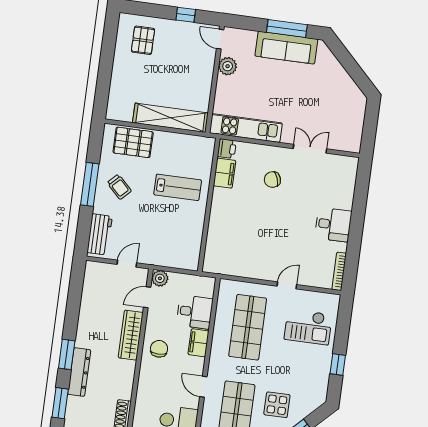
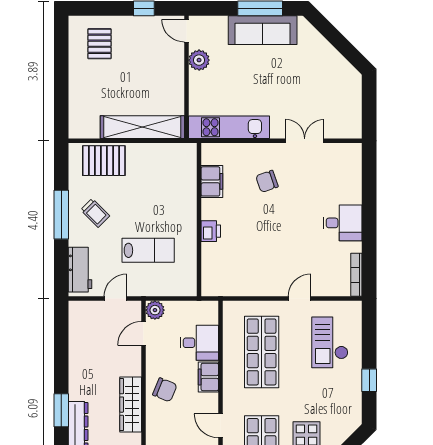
printer: (227, 149) -> (211, 231), moved
lab bench: (178, 187) -> (148, 250), moved
checkout: (308, 327) -> (330, 342), turned 90
wardrobe: (131, 335) -> (131, 405), moved
chair: (159, 349) -> (165, 390), turned 112

